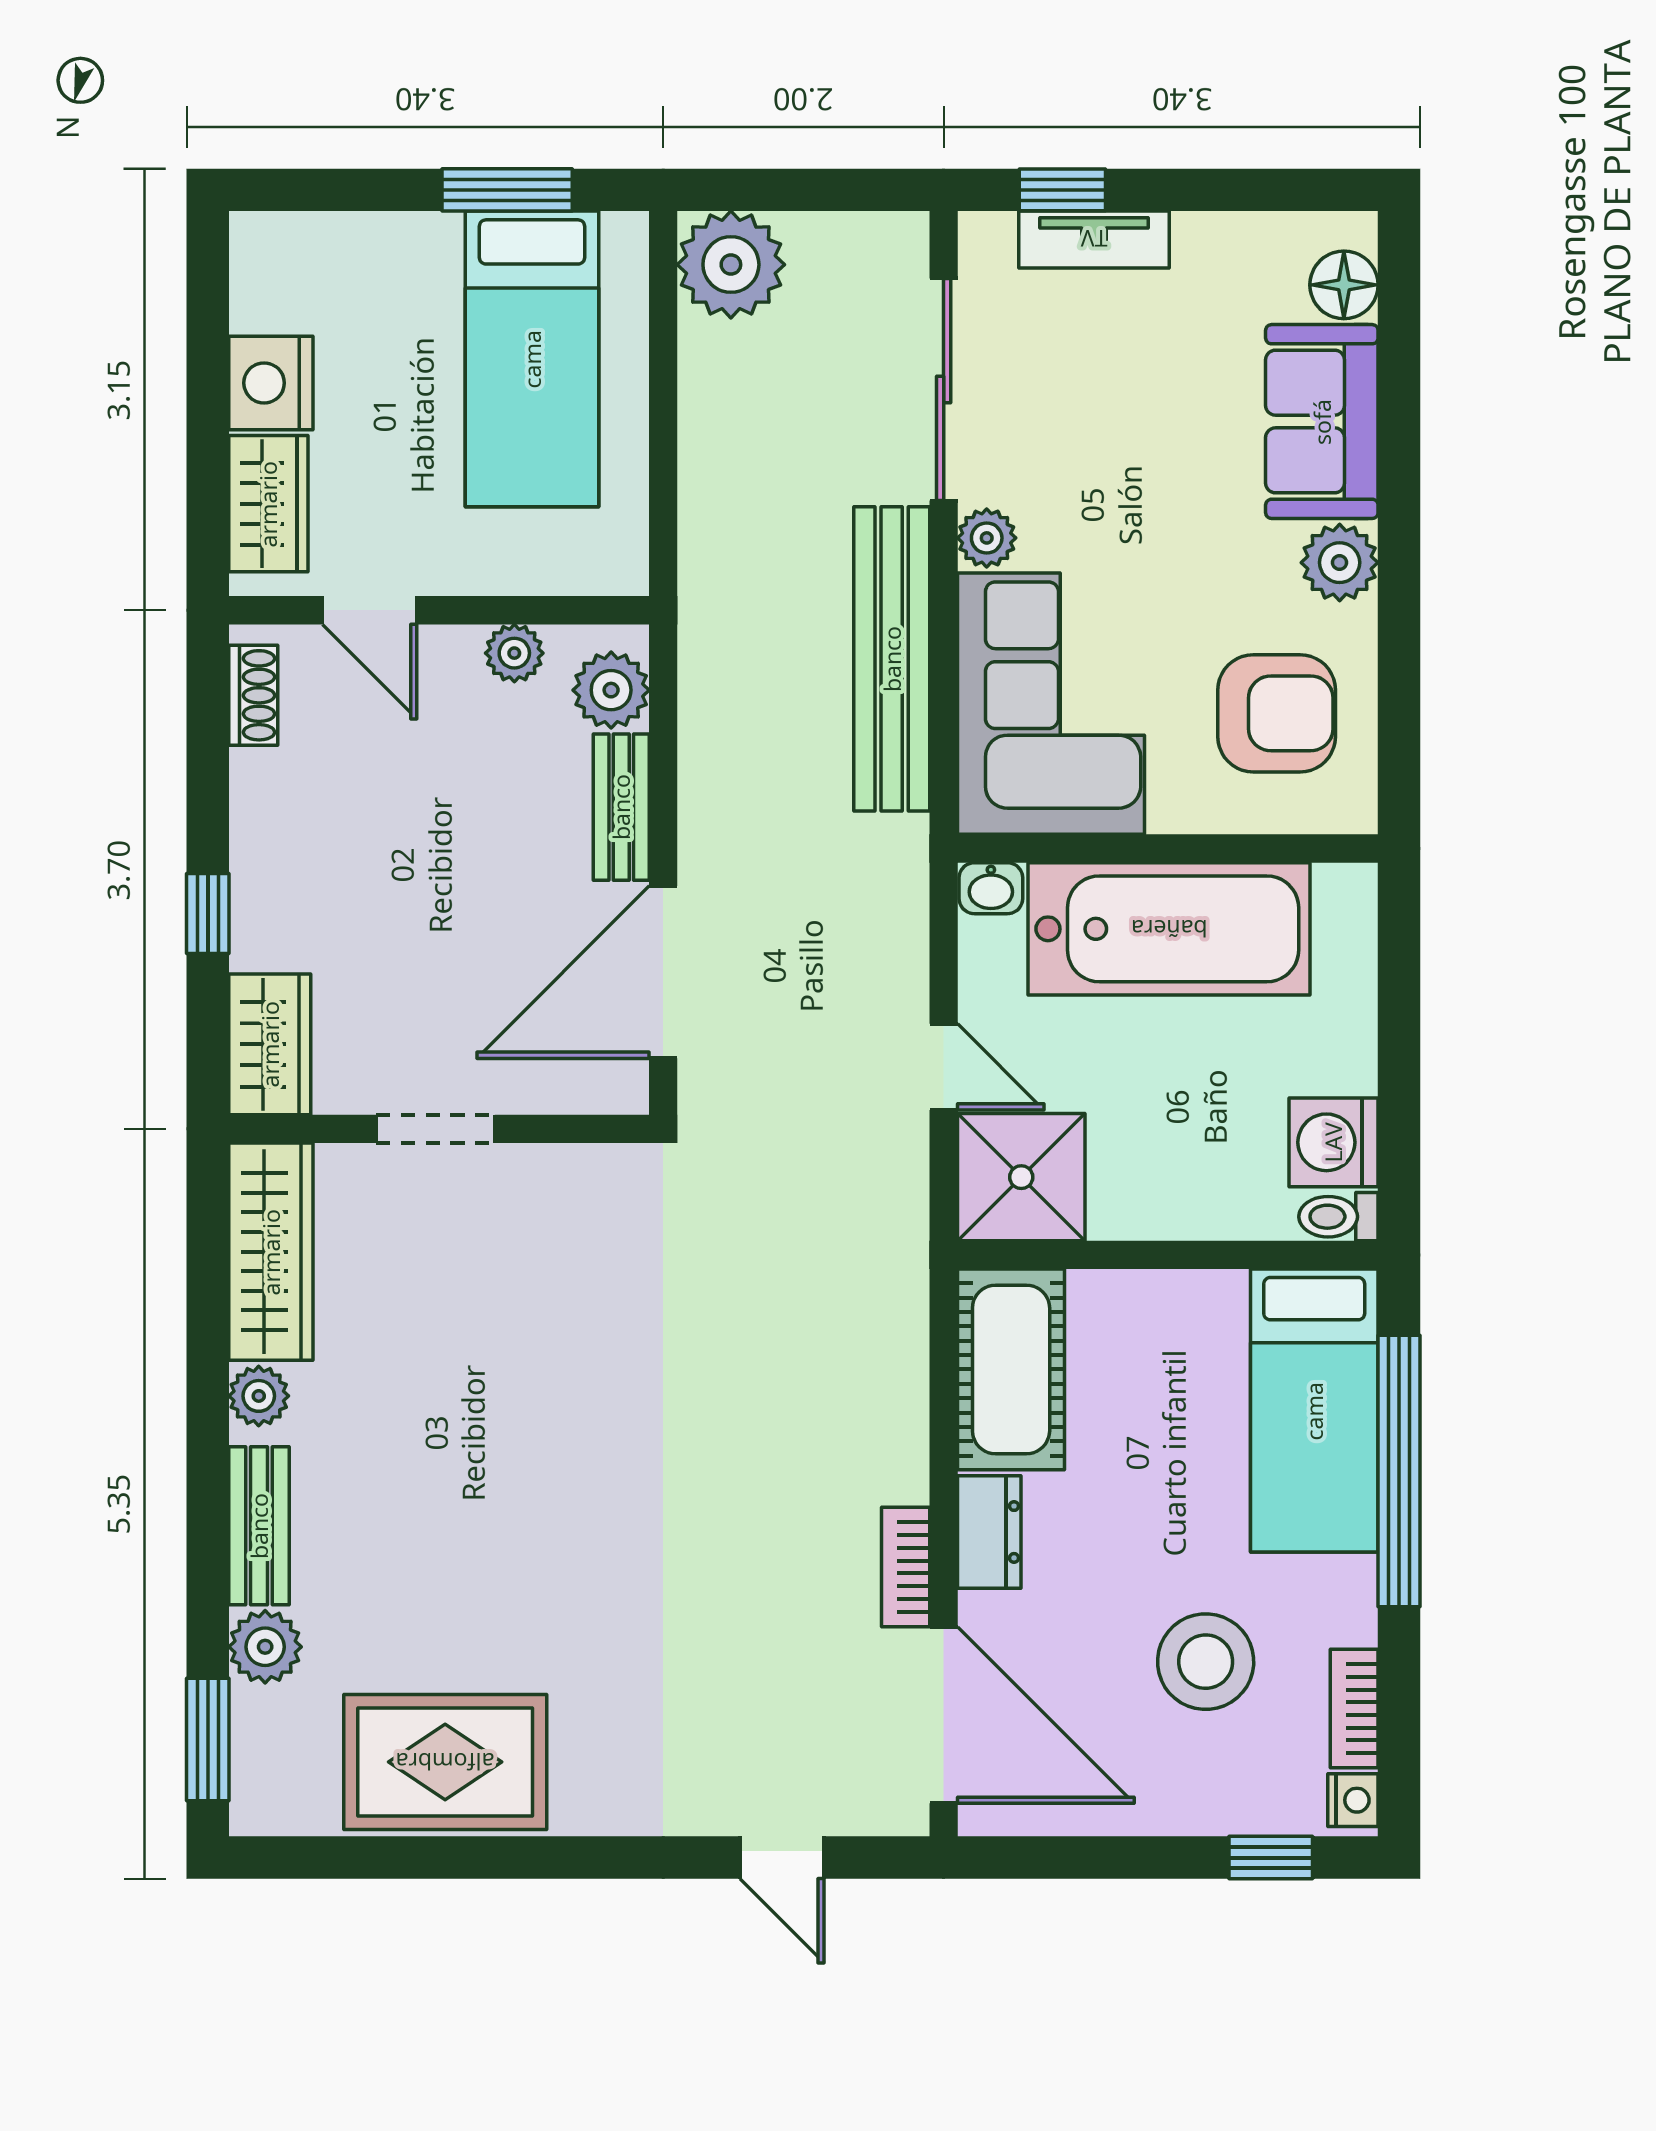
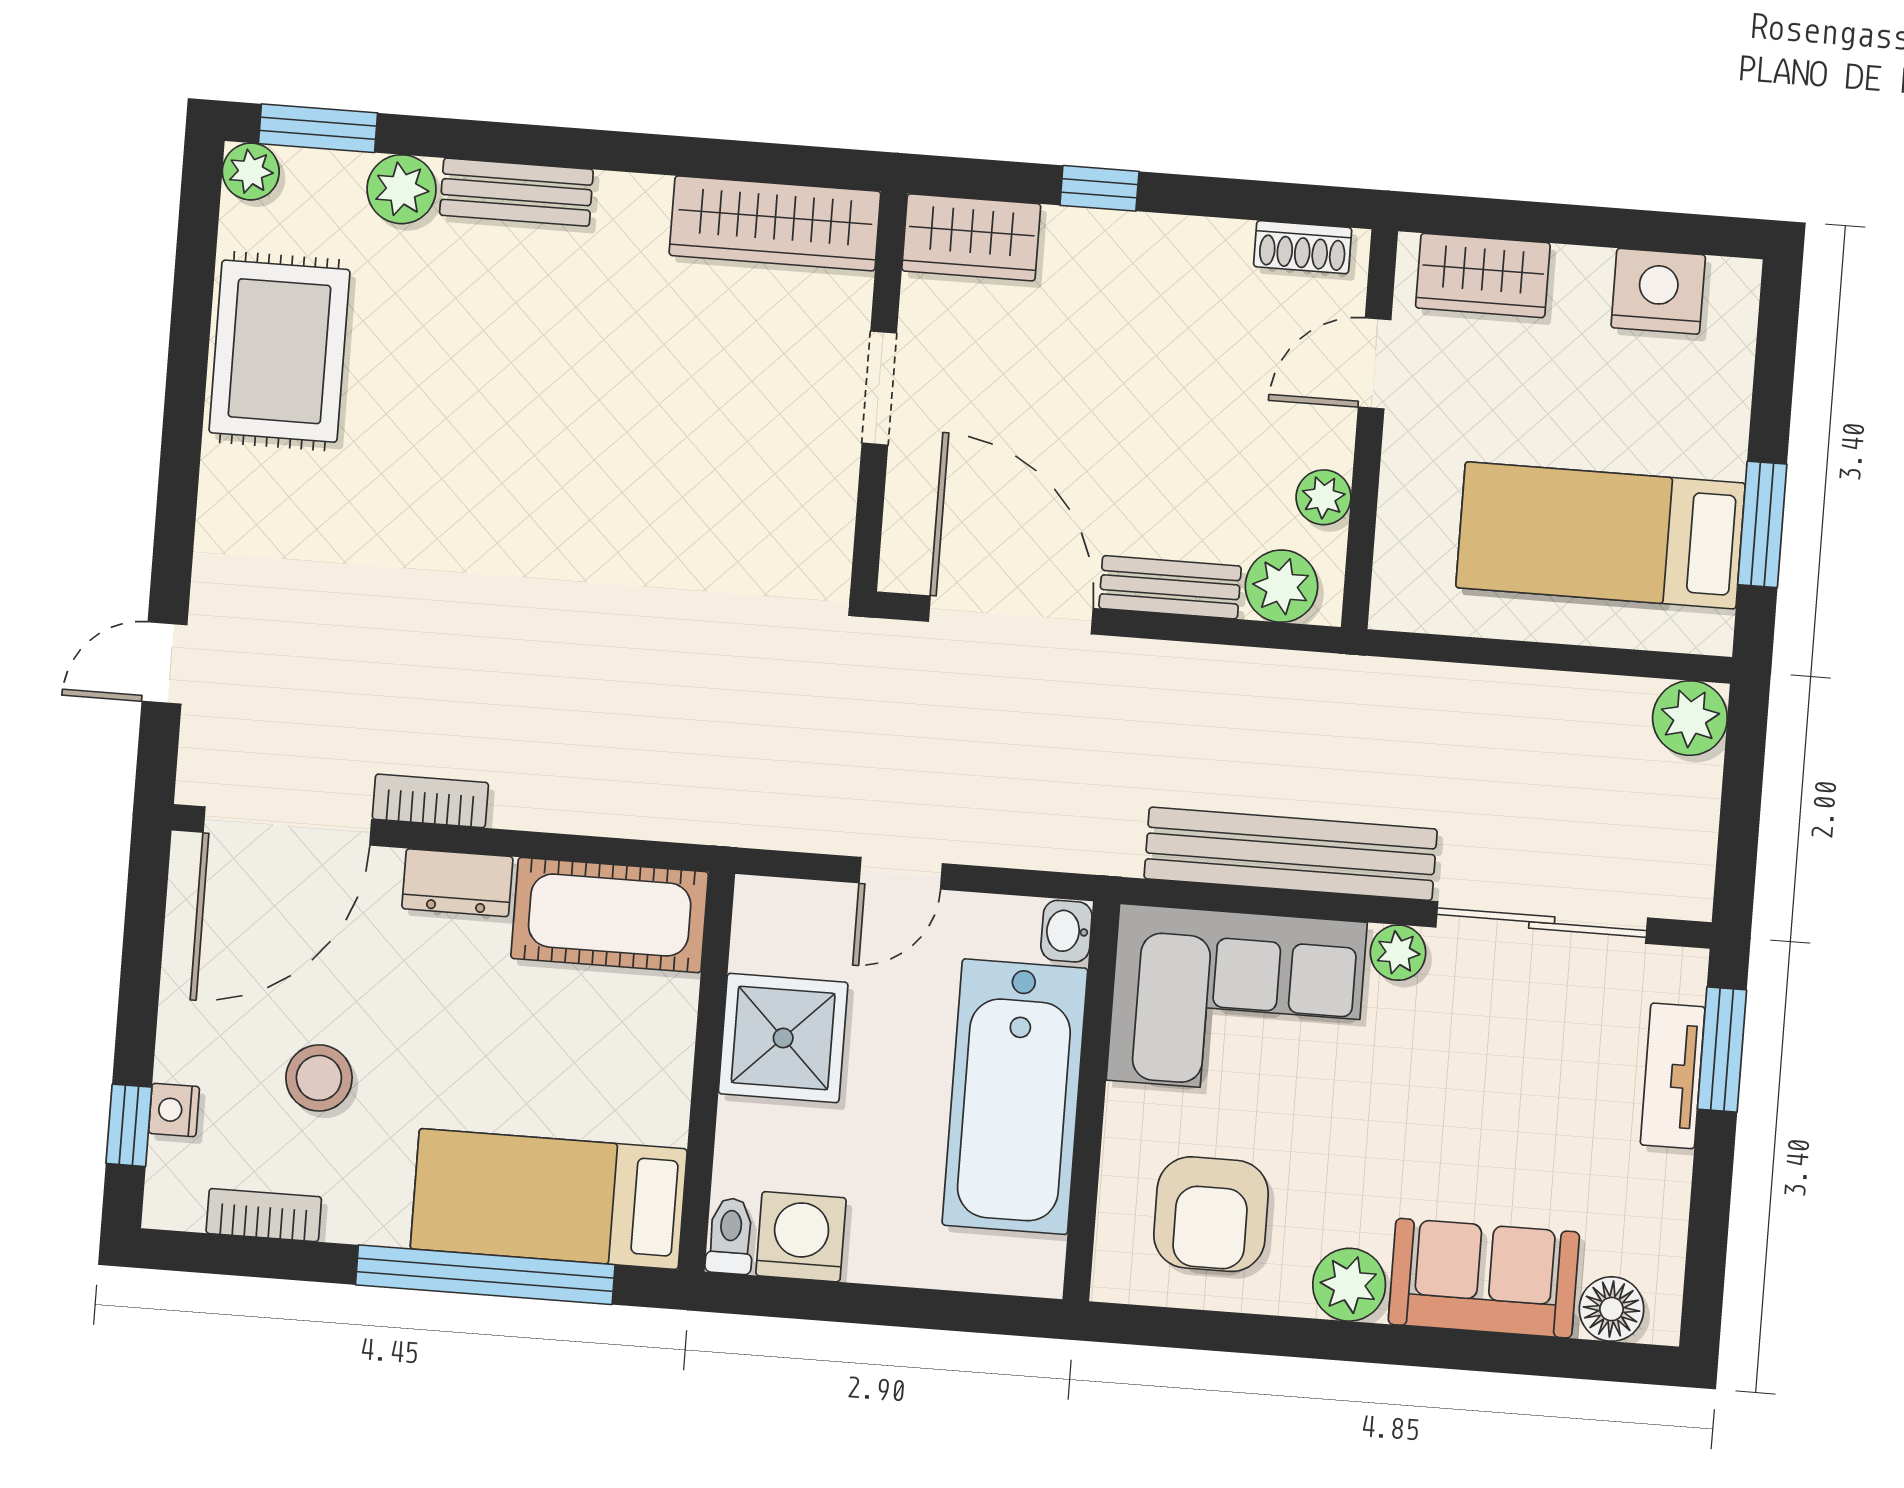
window: (1062, 190) -> (1722, 1049), width x1.50
plant: (731, 265) -> (1690, 718), width x0.73, depth x0.73
nightstand: (271, 383) -> (1658, 291), moved
shower: (1021, 1177) -> (783, 1038), moved
plant: (259, 1396) -> (251, 171), moved
stool: (1206, 1662) -> (319, 1078), width x0.73, depth x0.73
nightstand: (1353, 1800) -> (174, 1110), moved, turned 90

